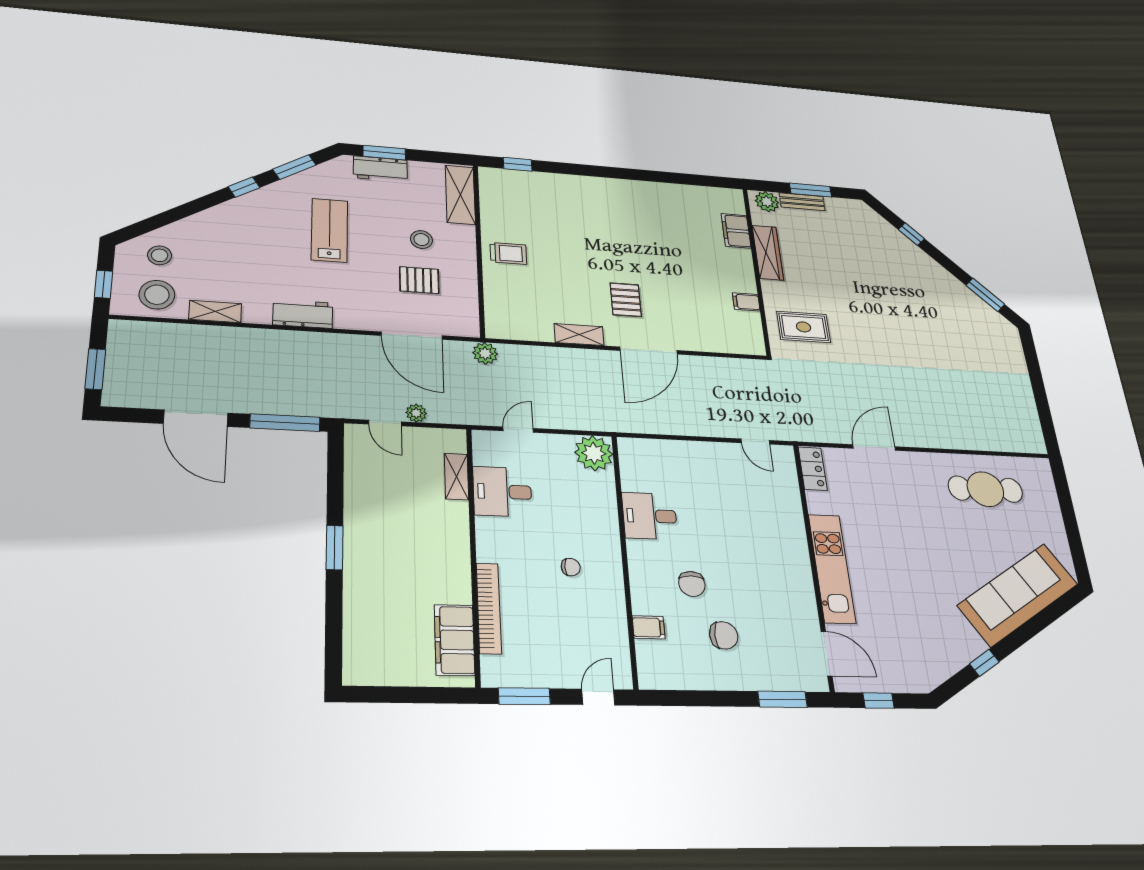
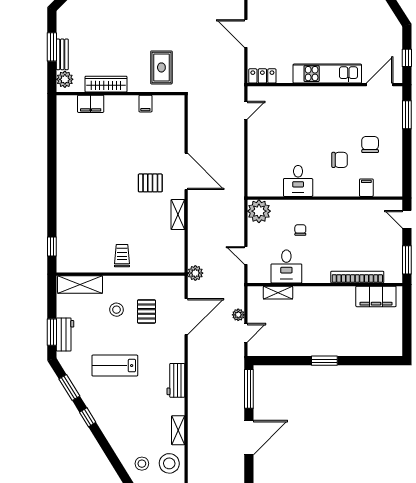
chair: (571, 567) -> (300, 230), moved

